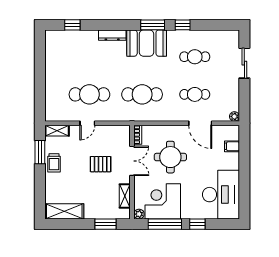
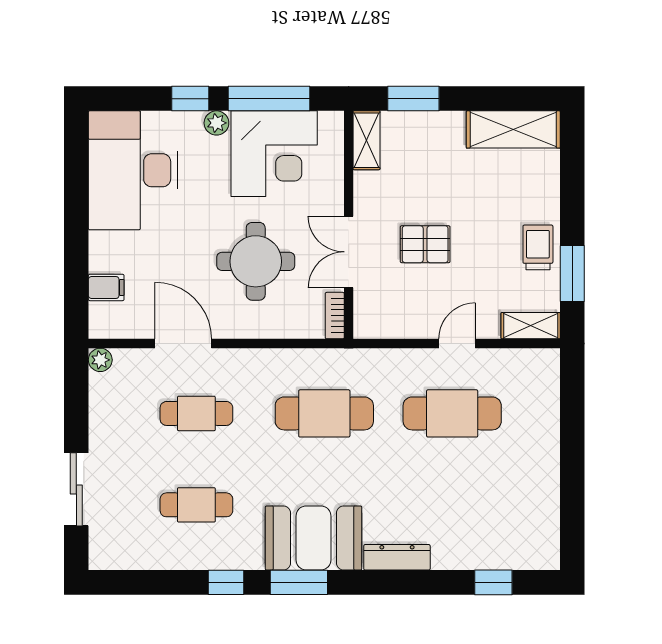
shelving: (125, 196) -> (366, 140), moved
plant: (139, 214) -> (216, 123), moved

